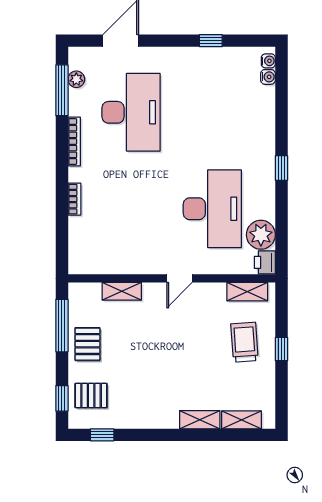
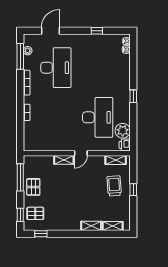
shelving: (122, 291) -> (64, 160), moved

